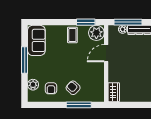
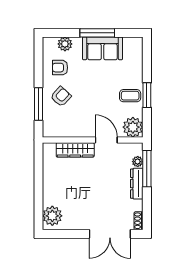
window: (86, 22) -> (147, 95), moved
sofa: (36, 40) -> (103, 48), moved
wardrobe: (114, 92) -> (75, 150), moved, width x1.50

